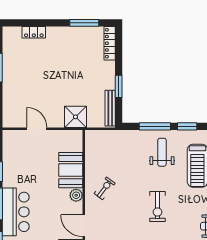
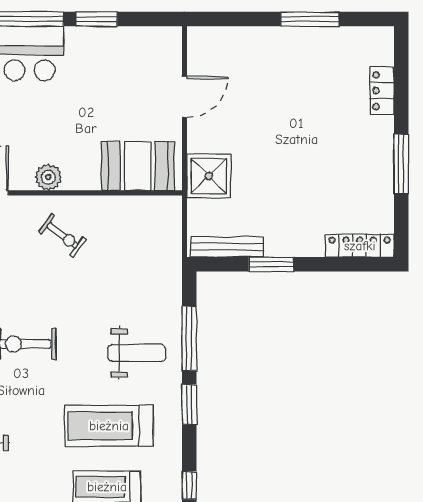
window: (84, 23) -> (401, 164), moved
booth: (71, 170) -> (138, 166), moved

